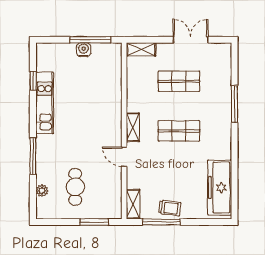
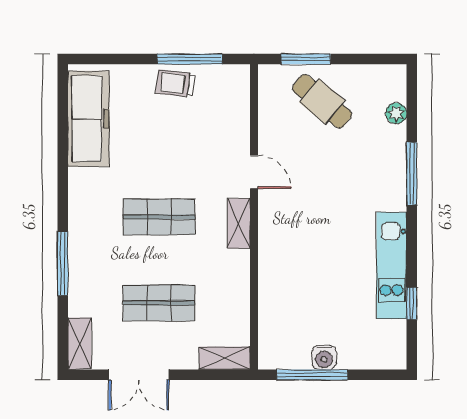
cafe table: (75, 187) -> (322, 101), moved, turned -50
shelving: (133, 204) -> (79, 343), moved

